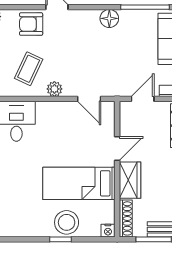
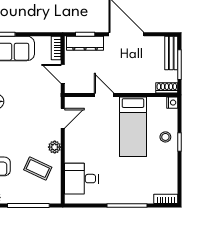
wardrobe: (130, 180) -> (130, 84), removed
shoe rack: (126, 218) -> (167, 88), width x0.70
stool: (67, 222) -> (165, 137), width x0.53, depth x0.53

